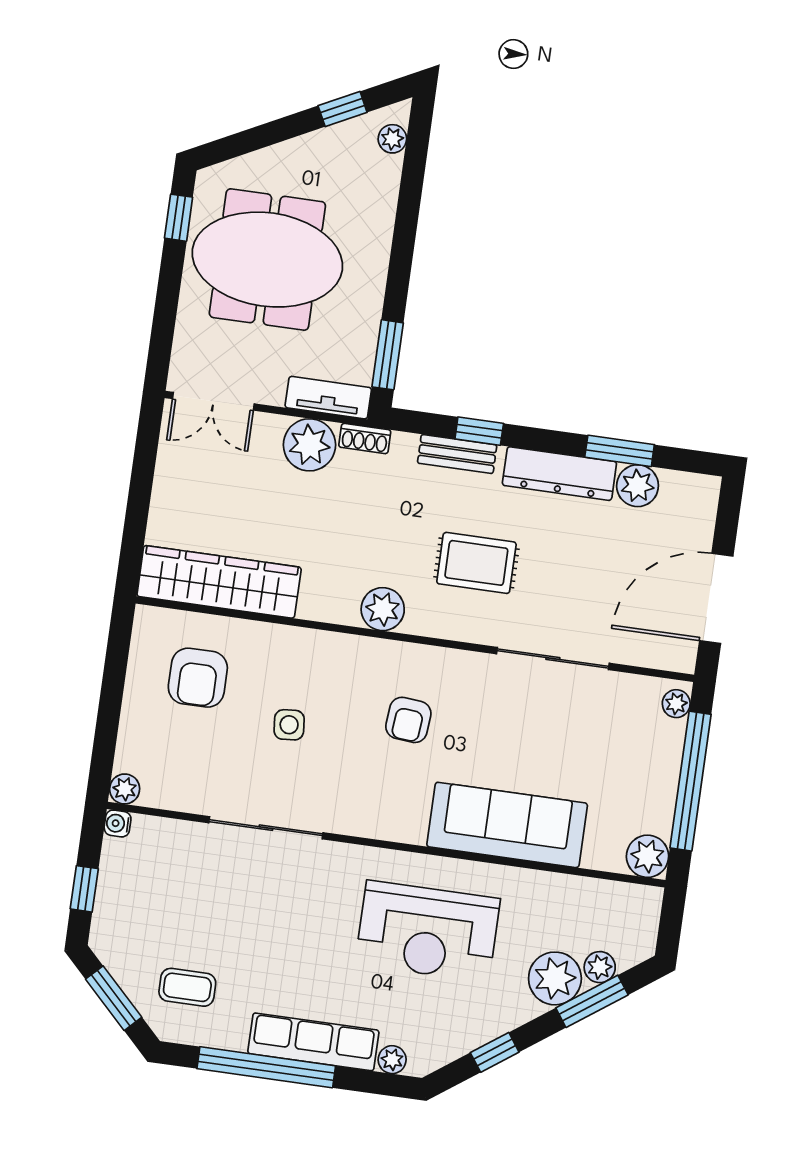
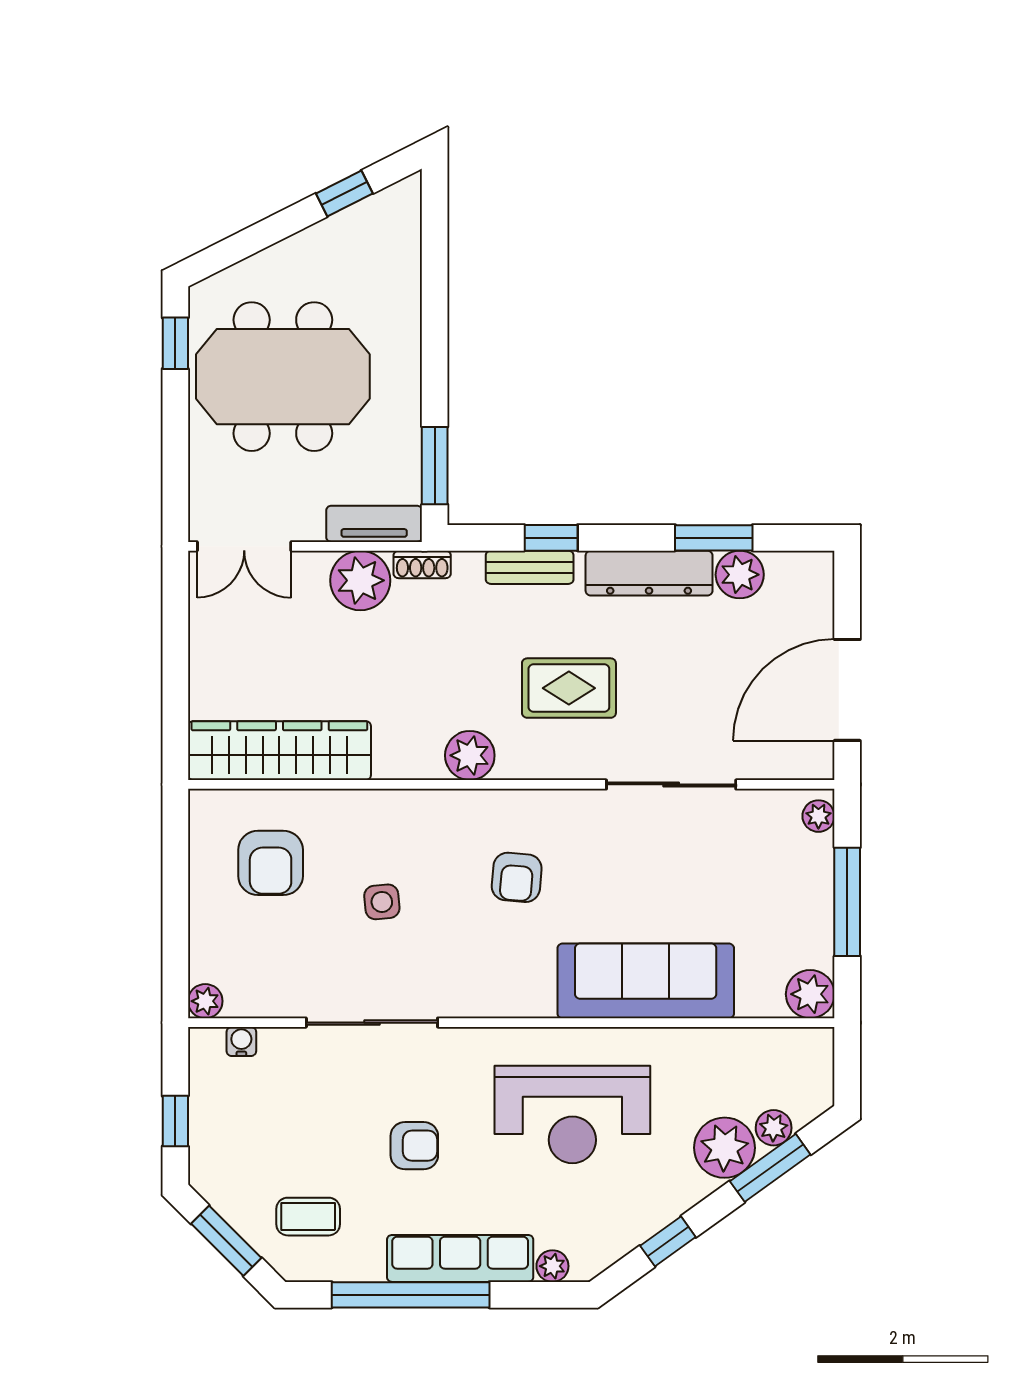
plant: (392, 139) -> (406, 219), removed
window: (691, 781) -> (847, 902), width x0.68
water cooler: (118, 823) -> (241, 1041), moved, turned 90
armchair: (288, 939) -> (414, 1146), added

